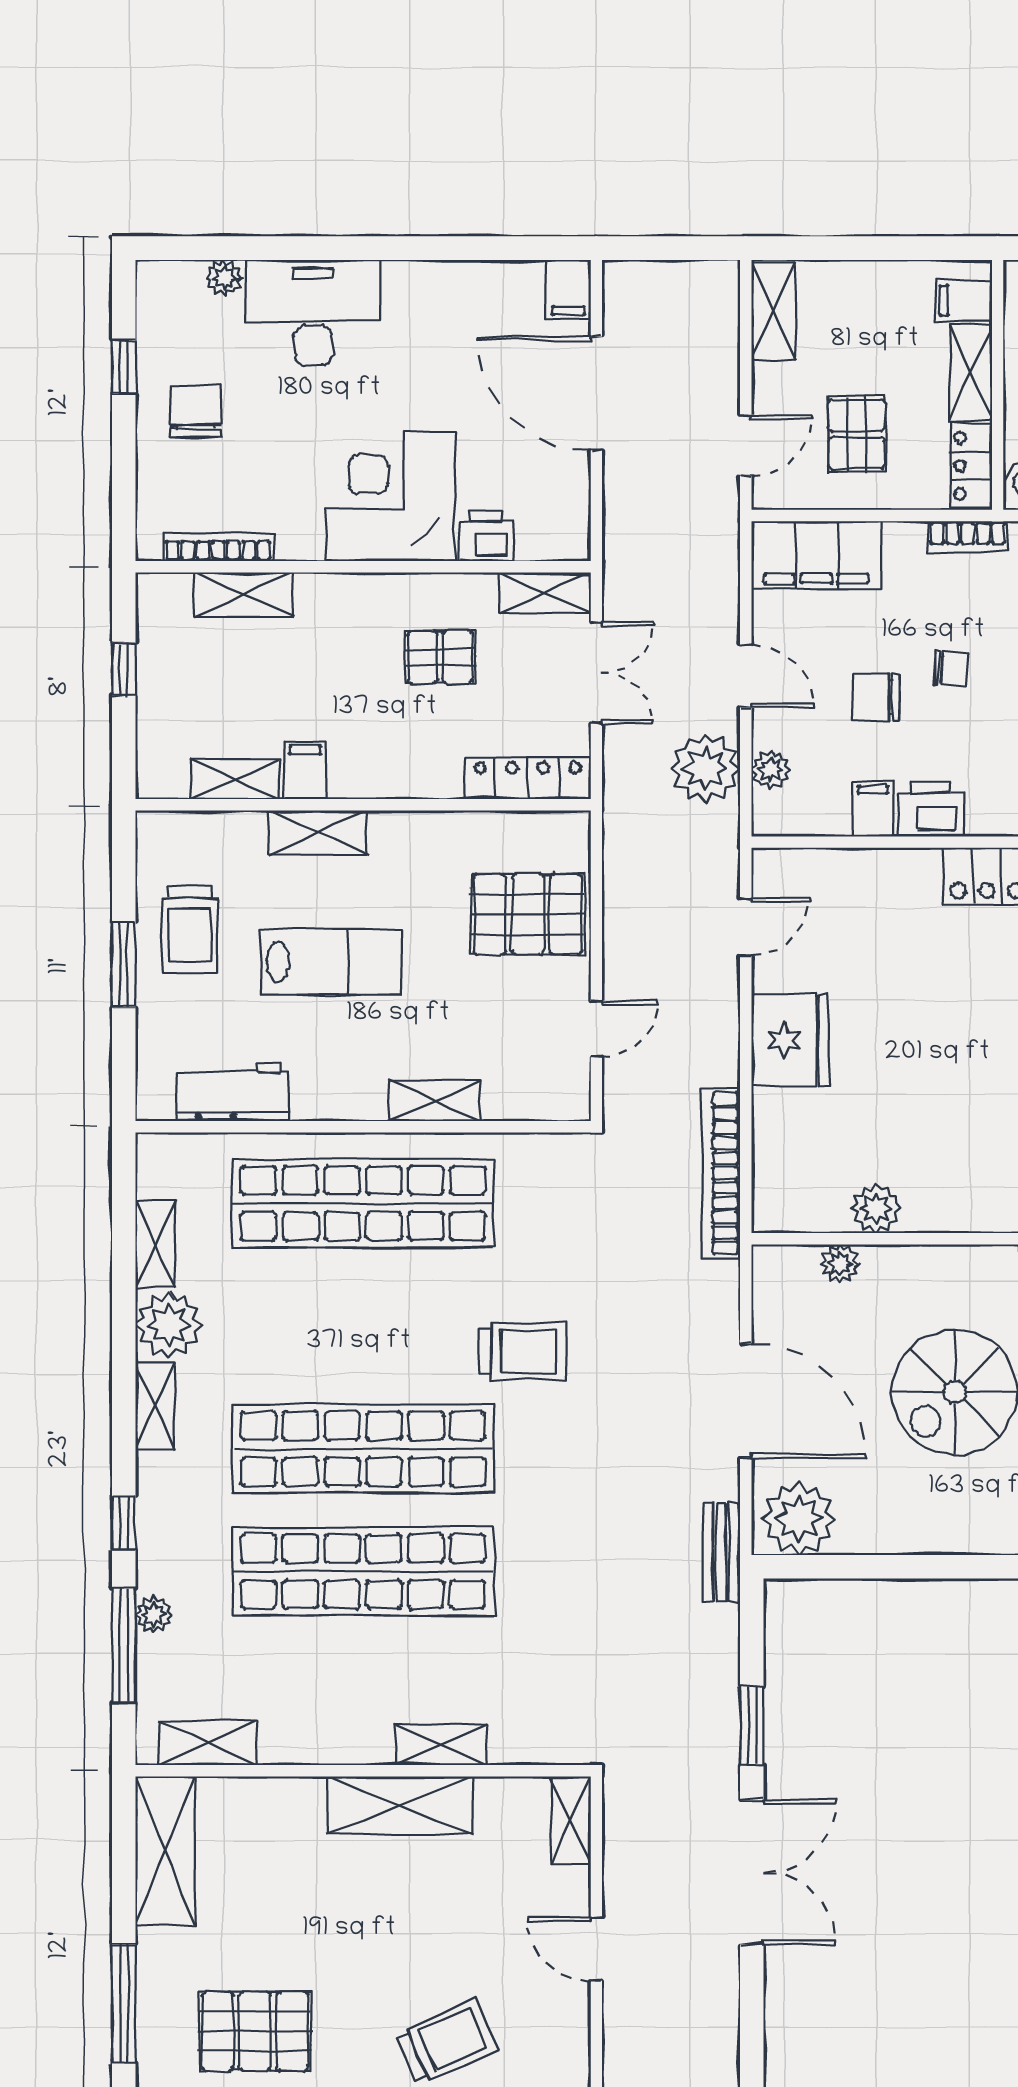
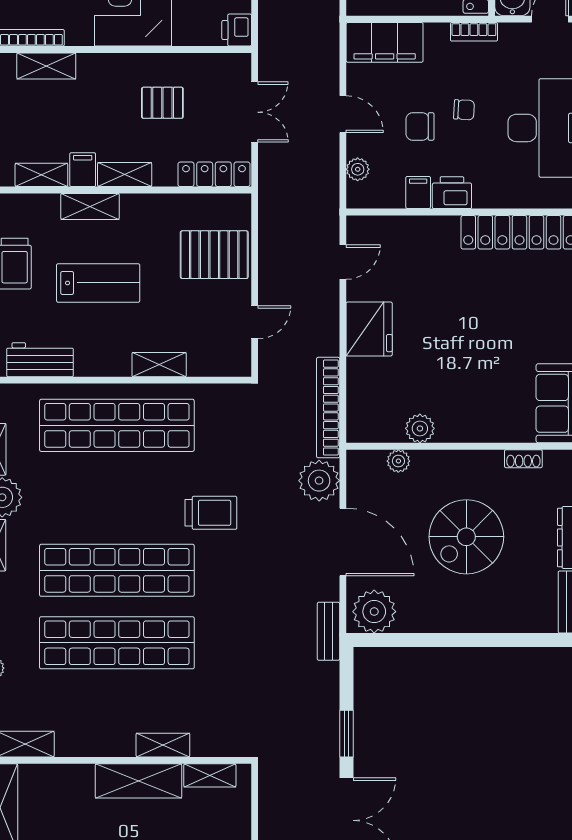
printer: (486, 536) -> (237, 30), moved, turned -90
shelving: (545, 593) -> (125, 175), moved
plant: (705, 769) -> (319, 481), moved
shelving: (571, 1820) -> (210, 775), moved, turned 90

